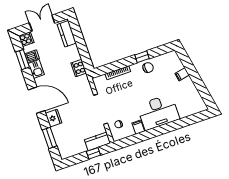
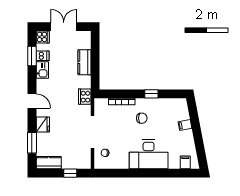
kitchen counter: (67, 34) -> (84, 62), moved
cooker: (79, 68) -> (85, 97), moved
chair: (148, 68) -> (142, 118), moved
door: (37, 100) -> (32, 101), width x0.53
filing cabinet: (138, 127) -> (185, 162), moved
kitchen counter: (97, 141) -> (49, 163), moved

